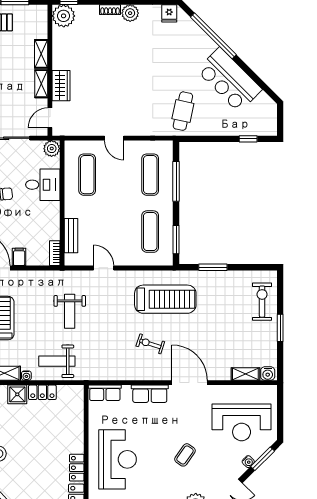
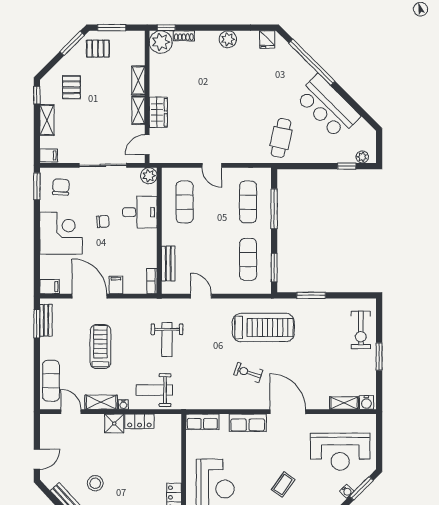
shoe rack: (110, 10) -> (184, 36), moved
plant: (263, 130) -> (362, 157), added
exercise bike: (262, 302) -> (361, 330), turned 180

